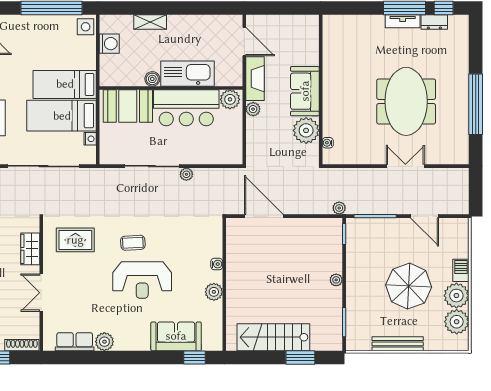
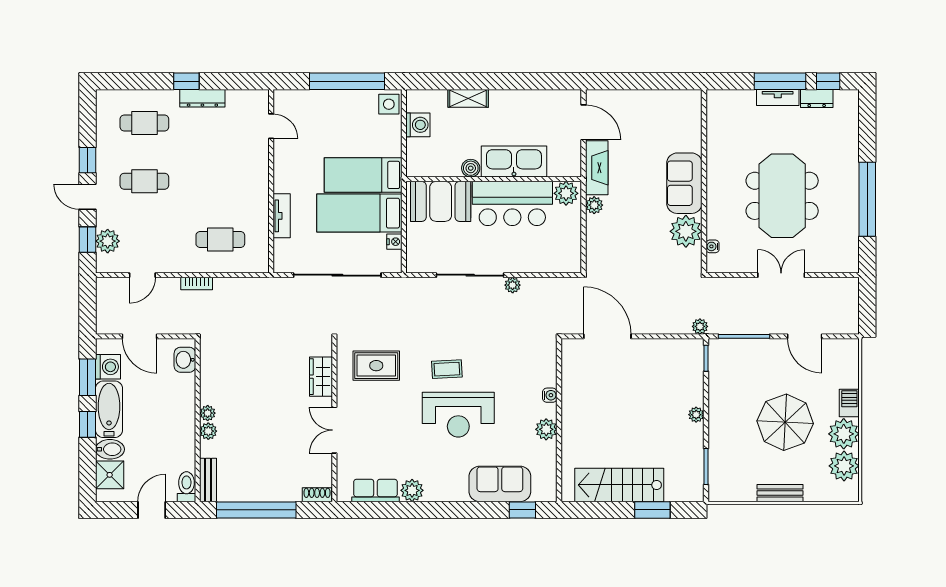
wall: (321, 90) -> (704, 181), moved
sofa: (305, 91) -> (684, 183), moved
plant: (306, 130) -> (686, 231), moved
water cooler: (328, 143) -> (712, 246), moved
bench: (398, 344) -> (780, 493), width x0.73
shoe rack: (22, 345) -> (317, 495), width x0.70

